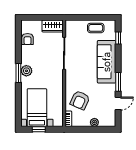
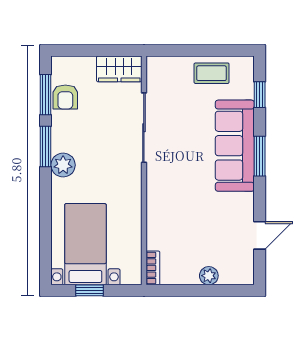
window: (18, 38) -> (46, 95), added
window: (18, 73) -> (46, 147), moved
window: (118, 82) -> (260, 156), moved
armchair: (80, 100) -> (178, 228), removed

